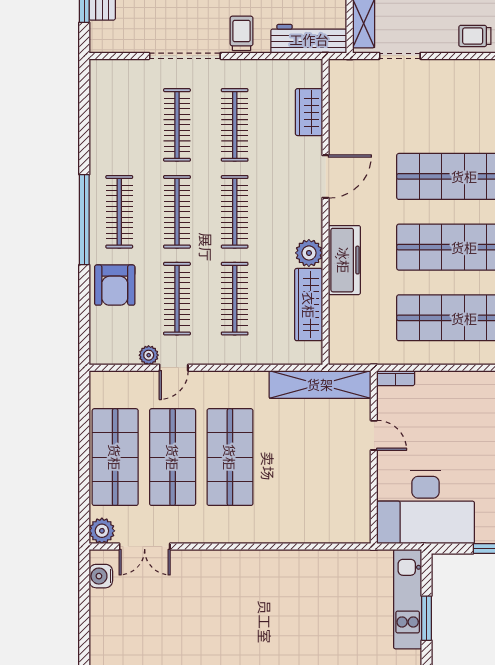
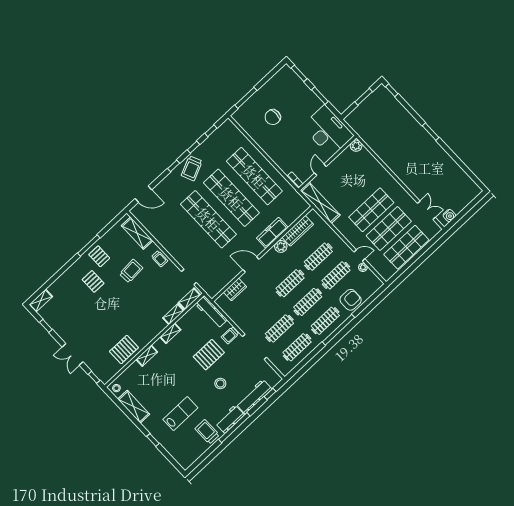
clothes rail: (235, 125) -> (297, 347), moved
plant: (102, 531) -> (356, 146), moved
kitchen unit: (408, 599) -> (363, 109), removed

